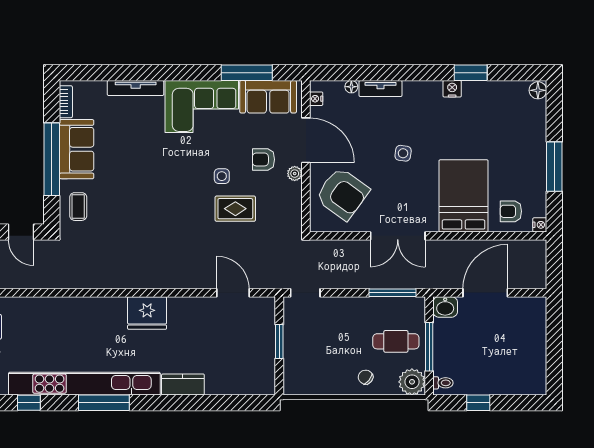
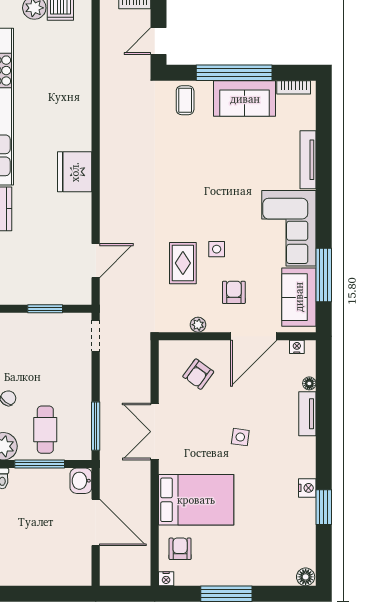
plant: (295, 174) -> (198, 325), moved
armchair: (342, 194) -> (198, 374), width x0.53, depth x0.53
coffee table: (78, 207) -> (185, 100), turned 90

